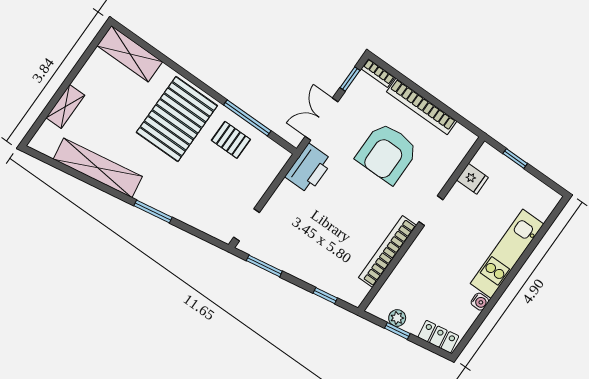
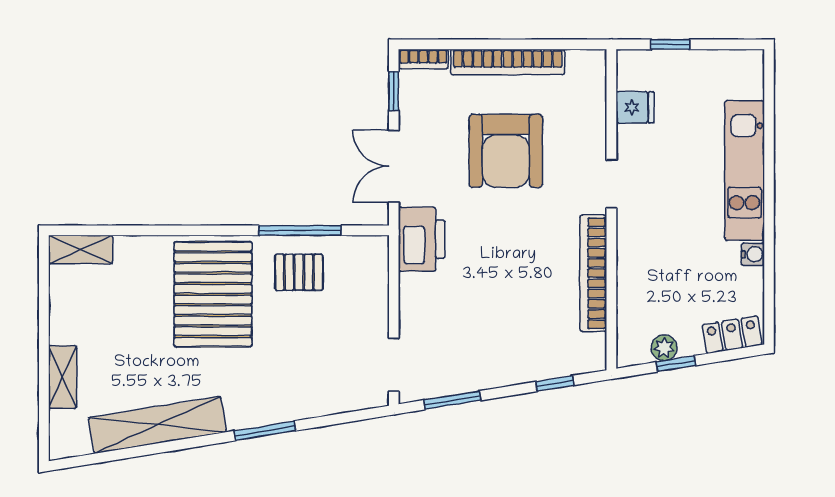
shelving: (130, 54) -> (81, 249), width x0.67, depth x0.75

